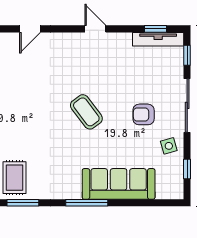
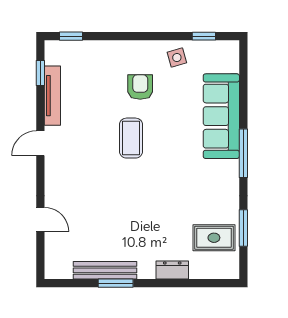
tv unit: (158, 39) -> (52, 96), moved
sliding door: (187, 105) -> (130, 36), removed
coffee table: (86, 112) -> (131, 138), moved, turned -53
armchair: (144, 114) -> (140, 87), turned 180

